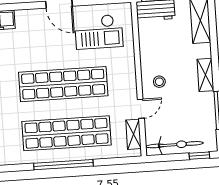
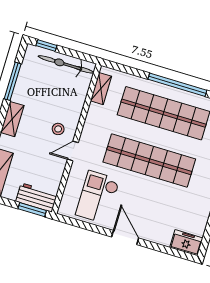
checkout: (99, 32) -> (98, 197), turned -90
door: (141, 109) -> (73, 151), moved

